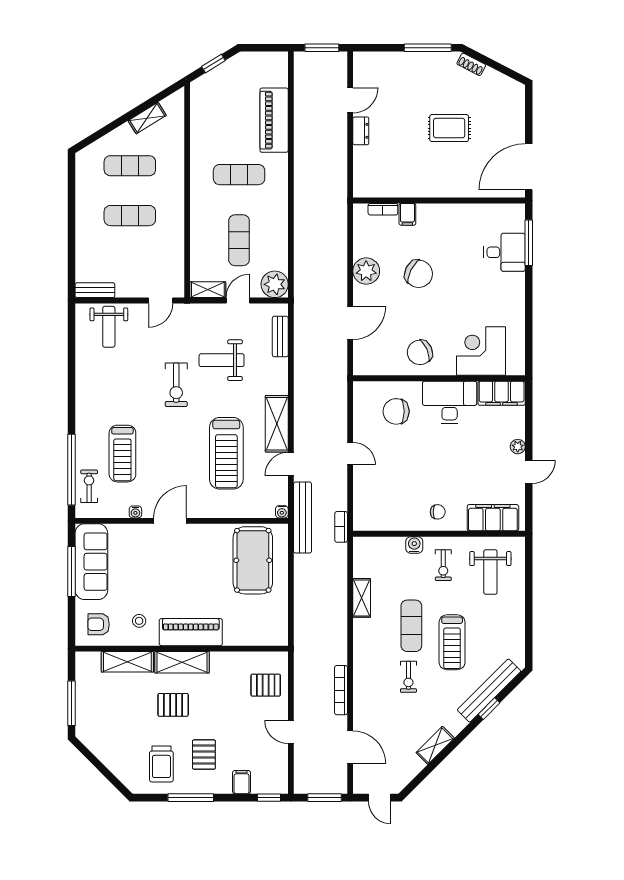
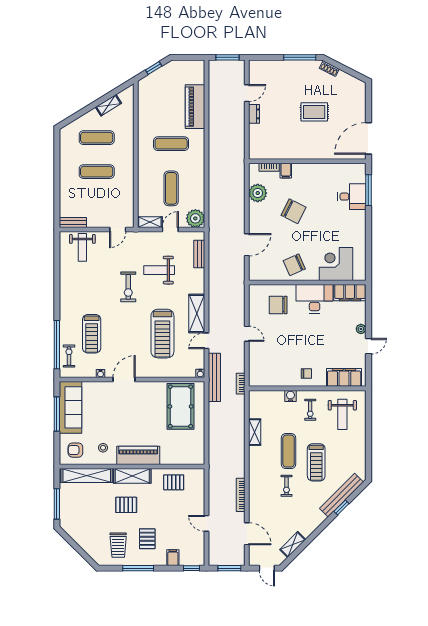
plant: (366, 271) -> (258, 193), moved
shelving: (127, 662) -> (87, 476), width x1.47
pallet: (266, 685) -> (174, 482), moved
shelving: (435, 745) -> (293, 545), moved

